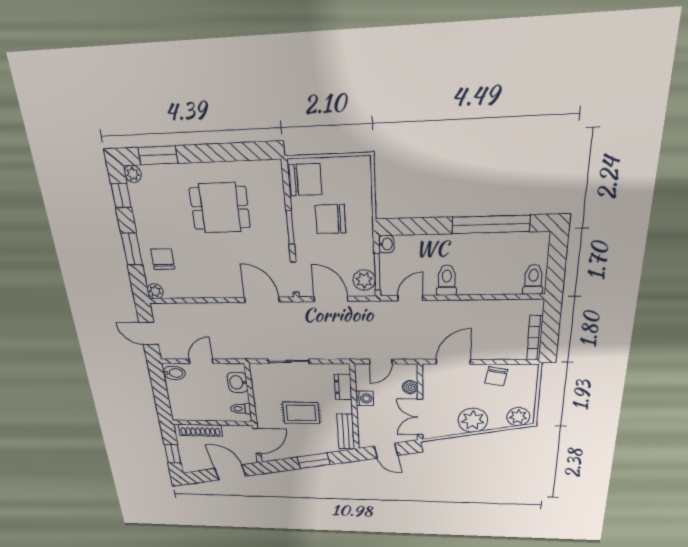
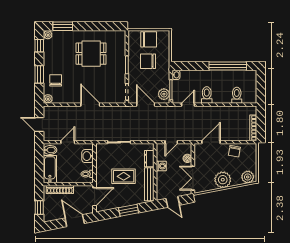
chair: (305, 180) -> (149, 39), moved
toilet: (533, 280) -> (237, 95), moved
door: (262, 300) -> (90, 105), moved
bathtub: (179, 401) -> (50, 169), added
bench: (346, 432) -> (149, 184), width x1.36

